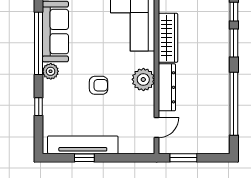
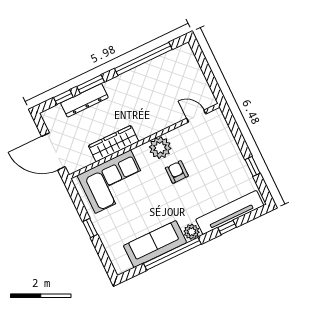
armchair: (99, 85) -> (177, 172), moved
dresser: (167, 87) -> (84, 100), moved, turned 180
tv unit: (83, 145) -> (230, 212), moved, turned 90
window: (183, 158) -> (211, 80), removed

